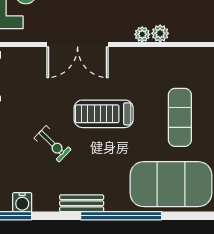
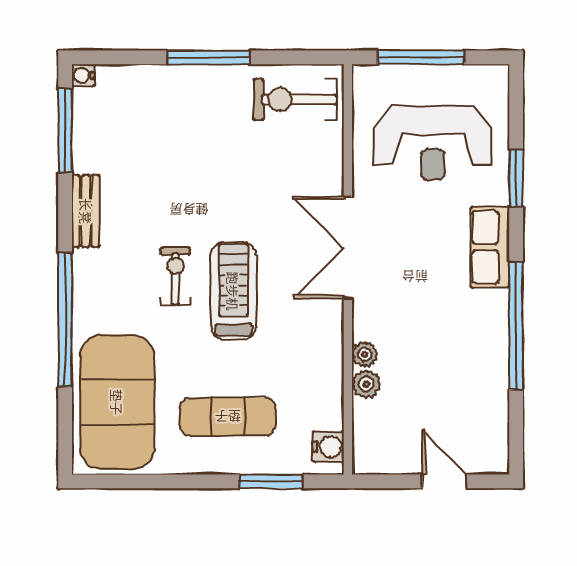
exercise bike: (53, 144) -> (175, 276), moved, turned 136
water cooler: (22, 202) -> (328, 447), moved, turned 180
bench: (82, 203) -> (86, 211), moved

